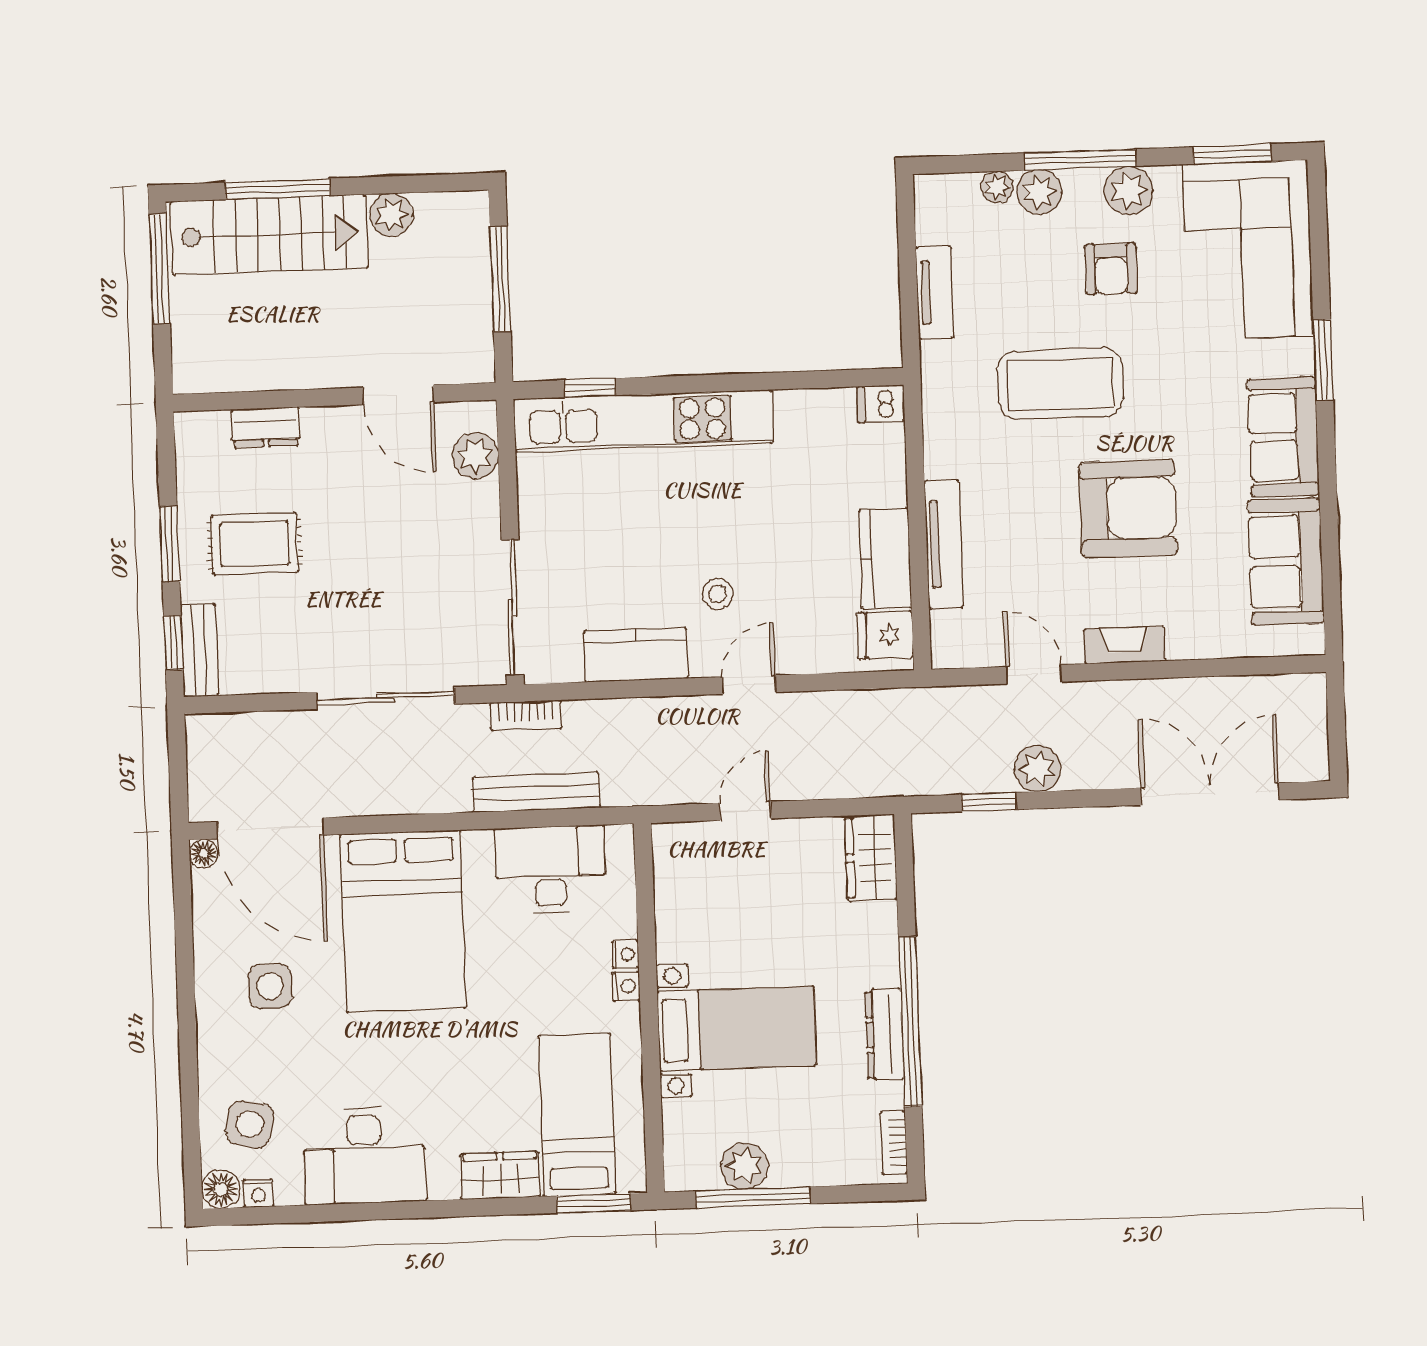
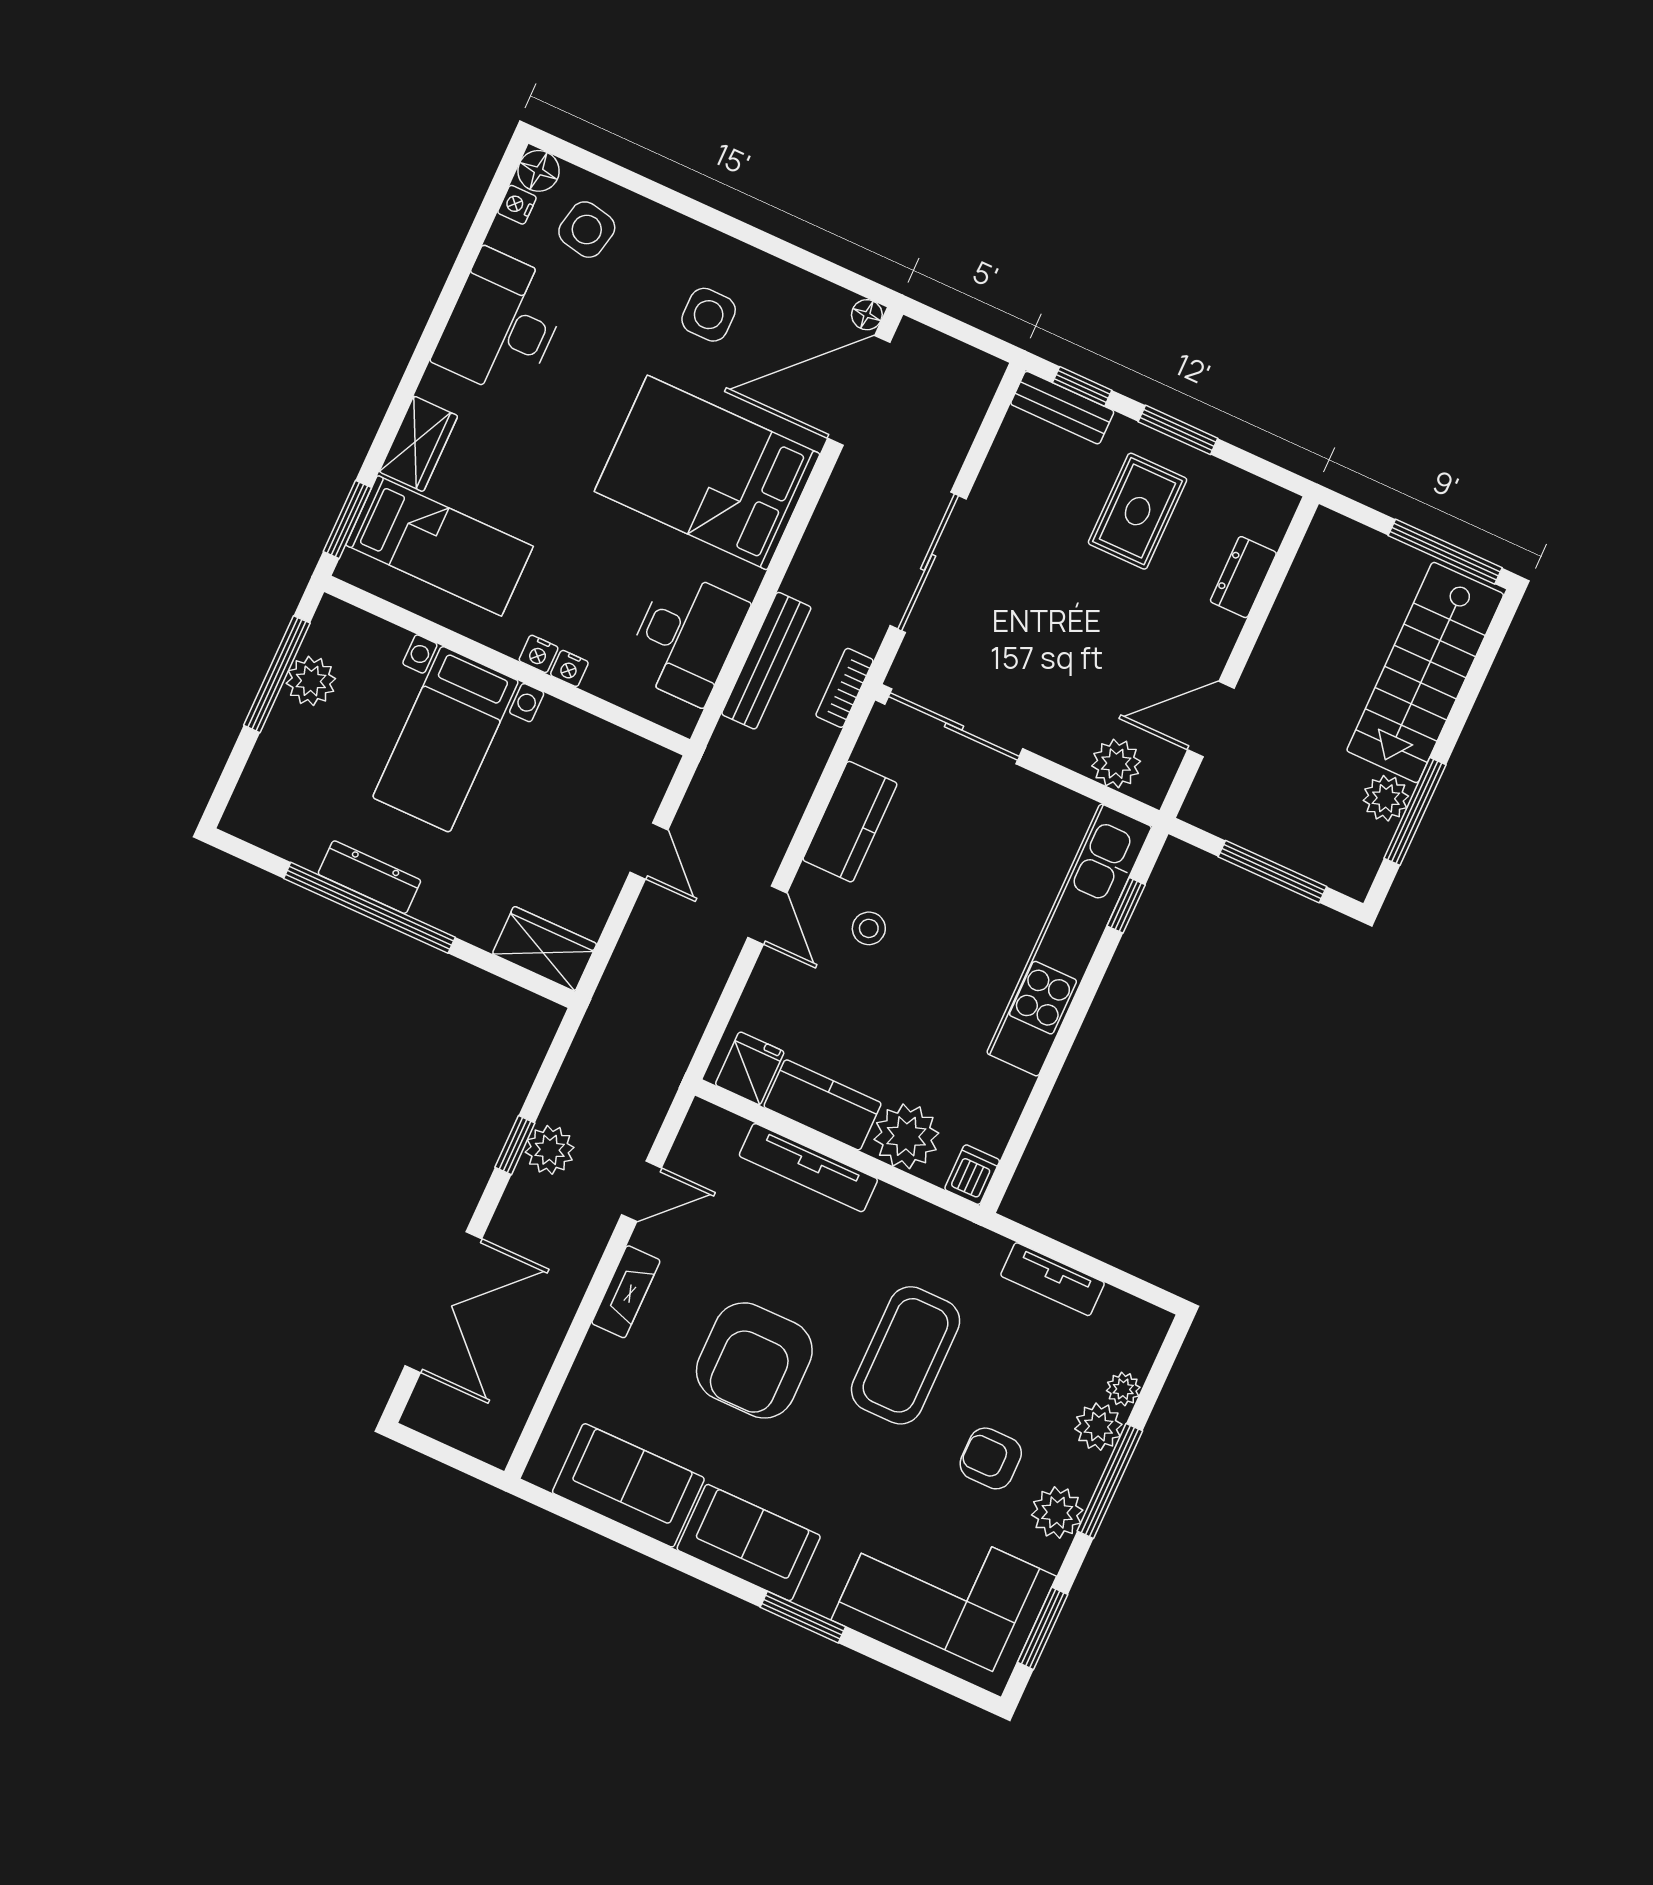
window: (278, 189) -> (1415, 811), moved
plant: (876, 475) -> (906, 1136), added
window: (989, 802) -> (515, 1145), moved
bookcase: (894, 1143) -> (262, 834), removed

